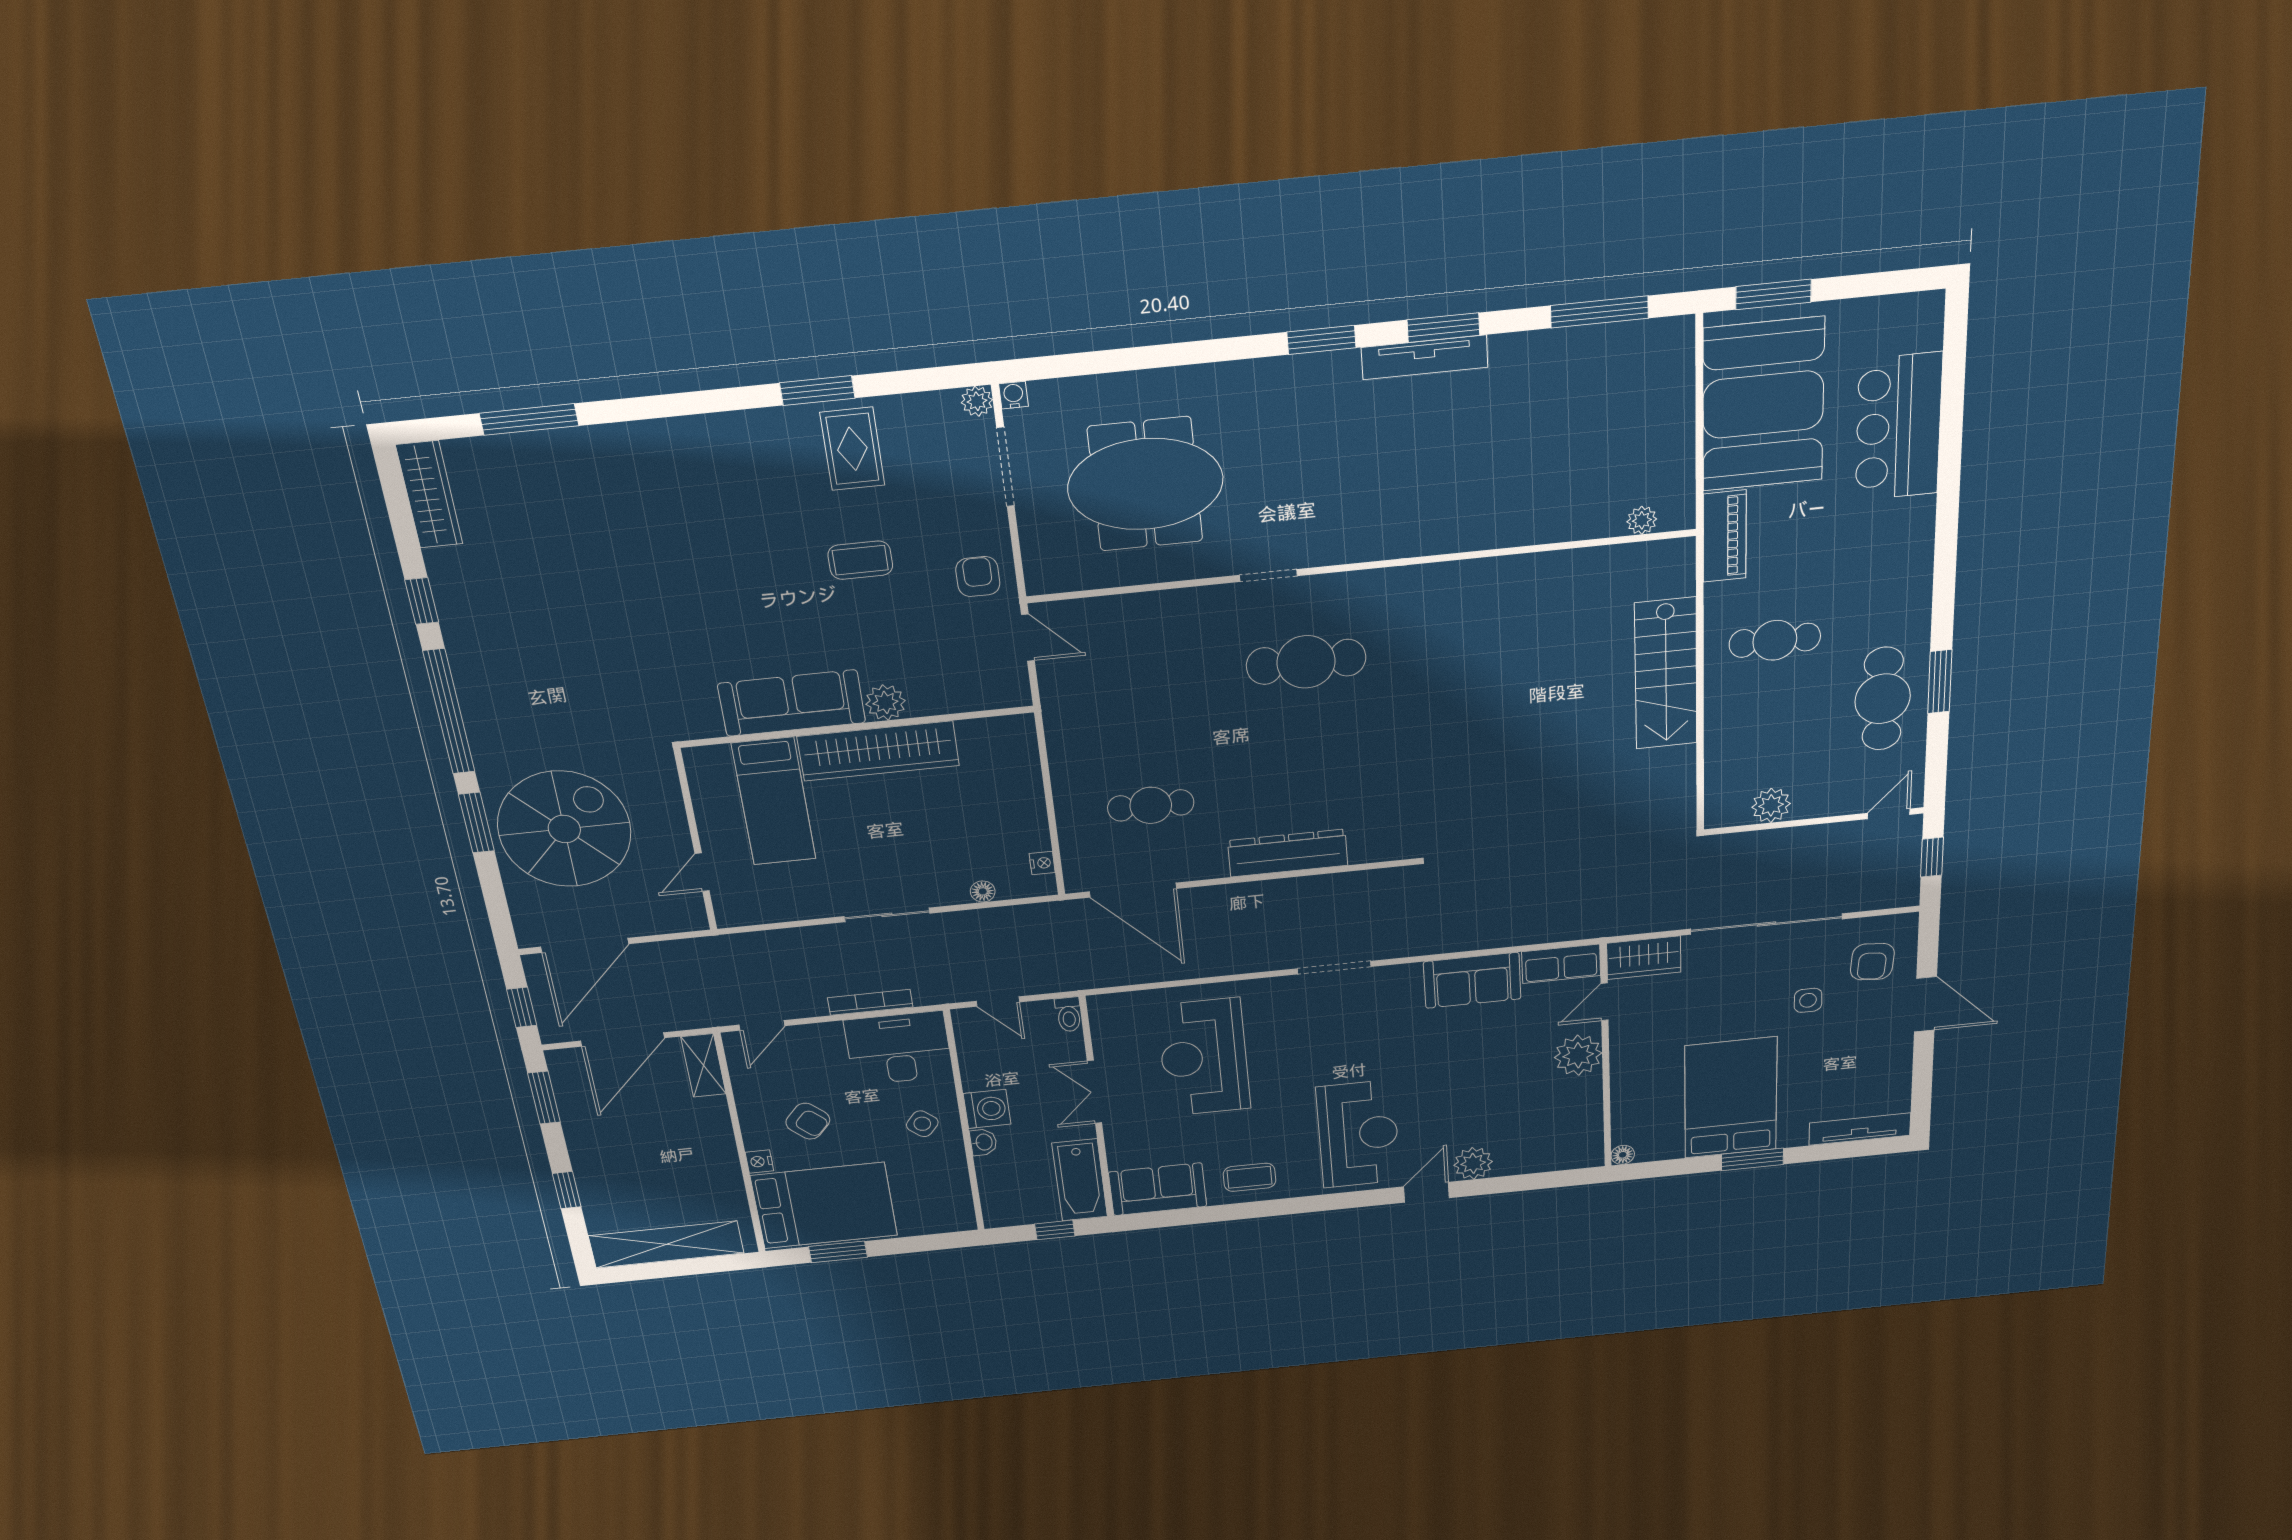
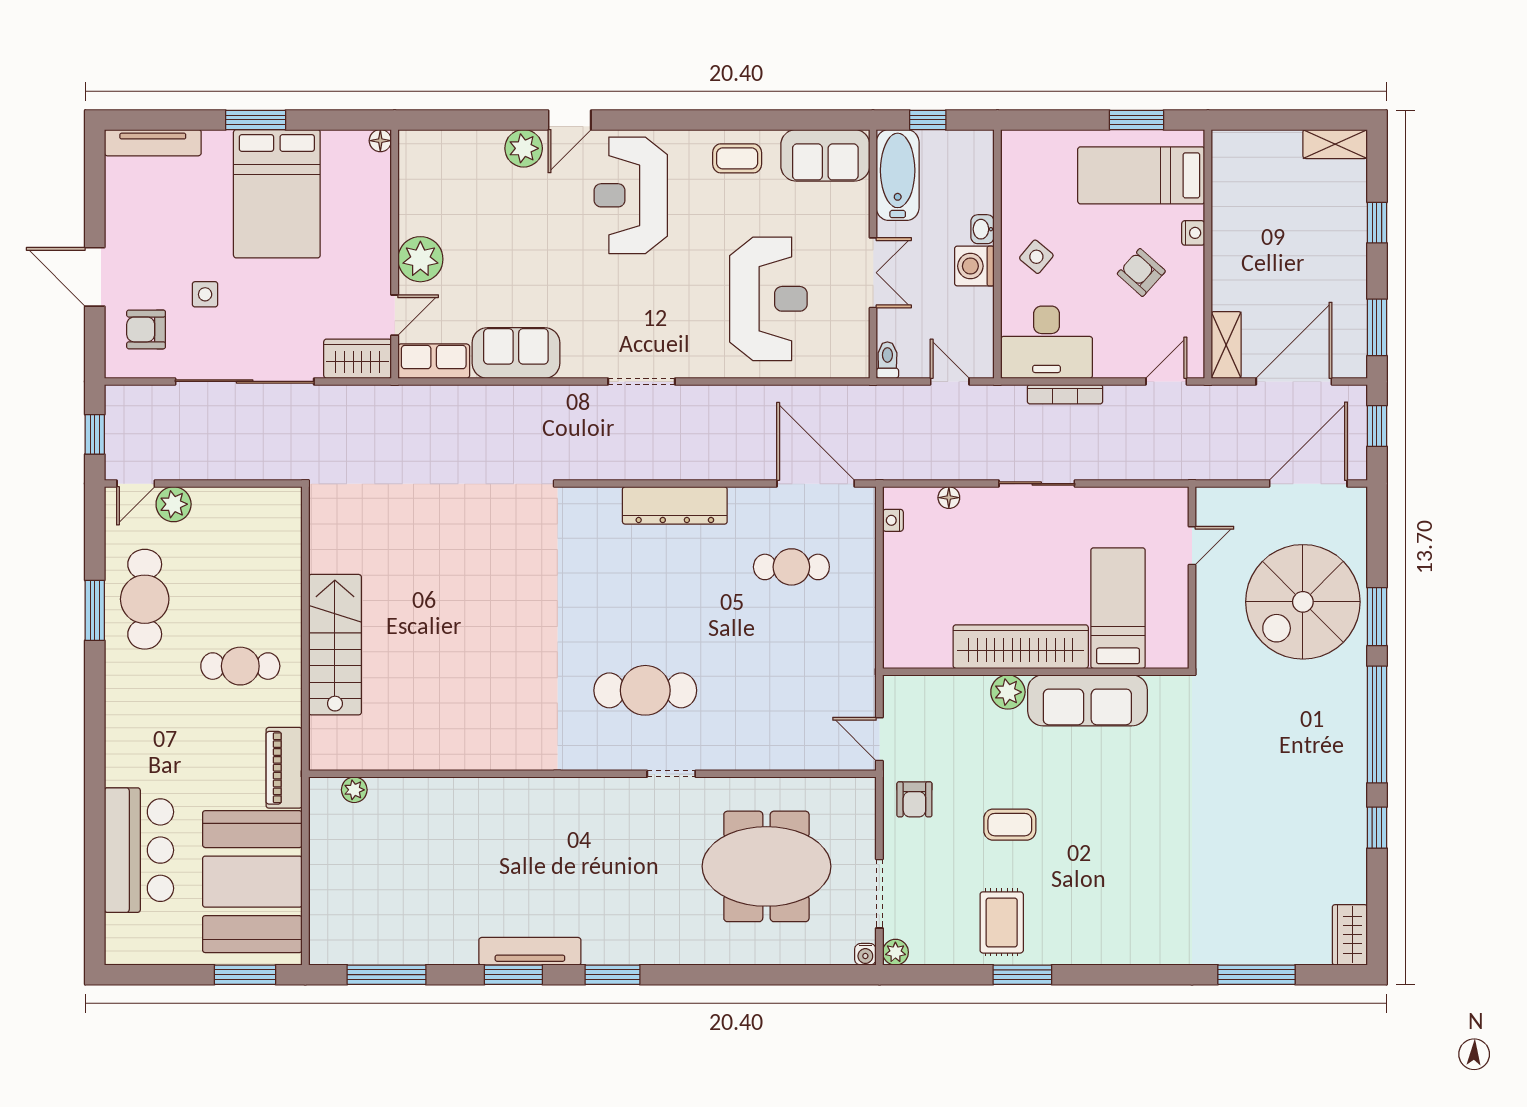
wardrobe: (429, 495) -> (1350, 935), width x0.67
plant: (1771, 805) -> (174, 504), moved
armchair: (1872, 962) -> (146, 329), turned -95
bed: (824, 1206) -> (1141, 175), width x0.67
shelving: (666, 1244) -> (1335, 144), width x0.45, depth x0.75

